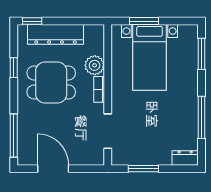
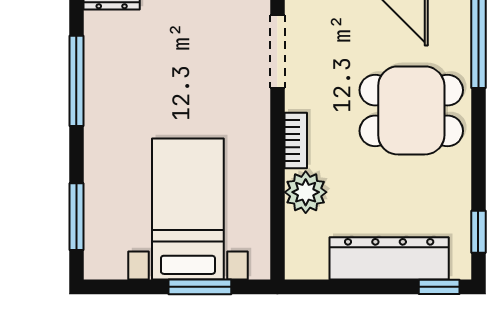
window: (14, 68) -> (478, 232), moved
dining table: (51, 83) -> (411, 110), moved

